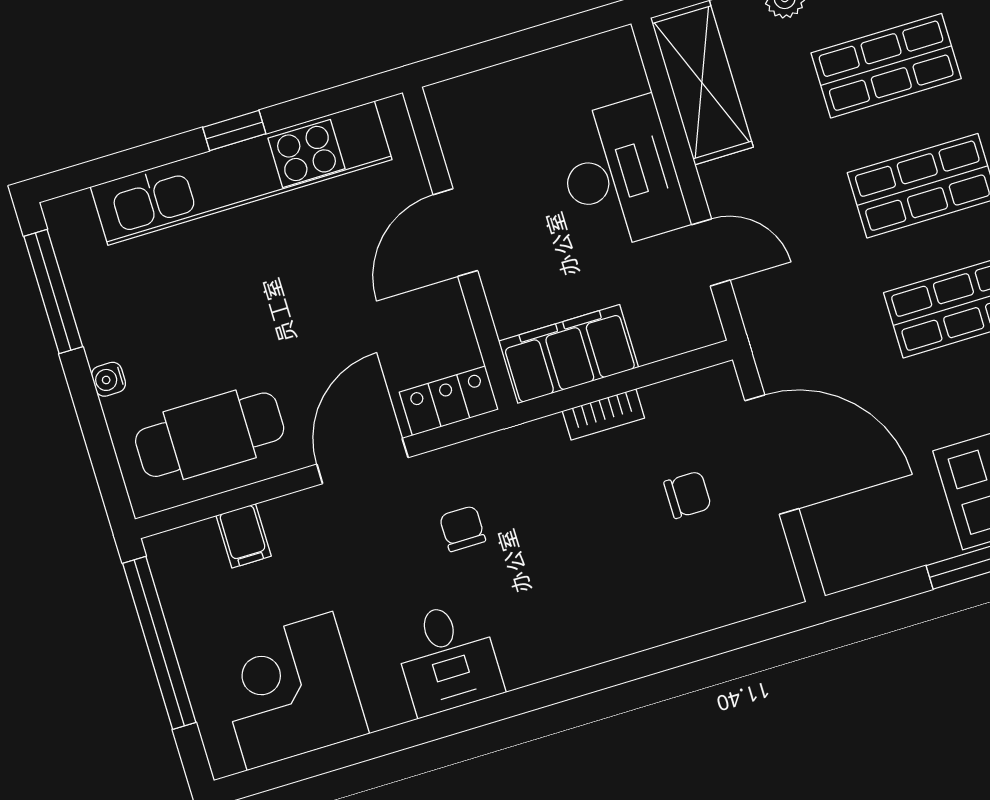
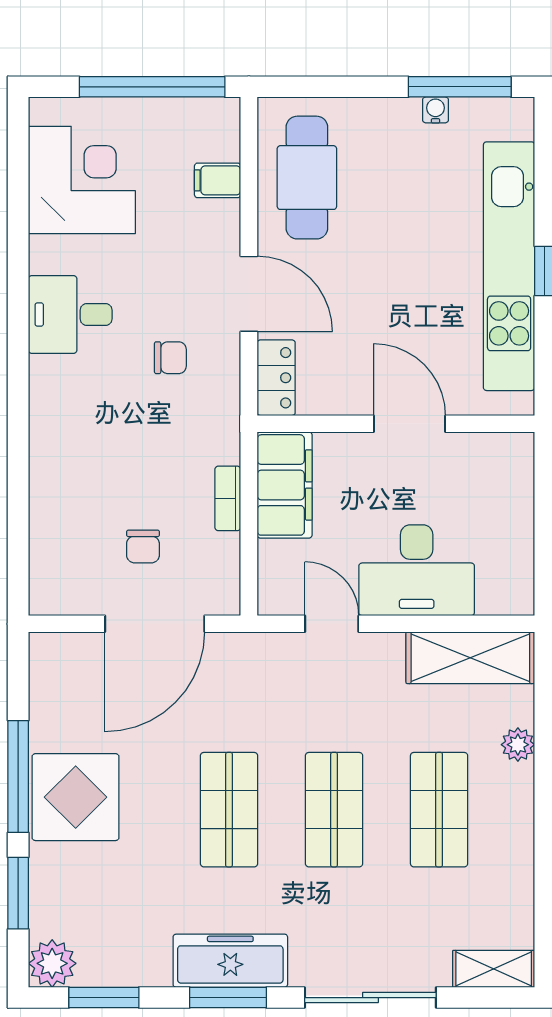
door: (711, 252) -> (332, 624), swing flipped
water cooler: (109, 379) -> (435, 110), moved

